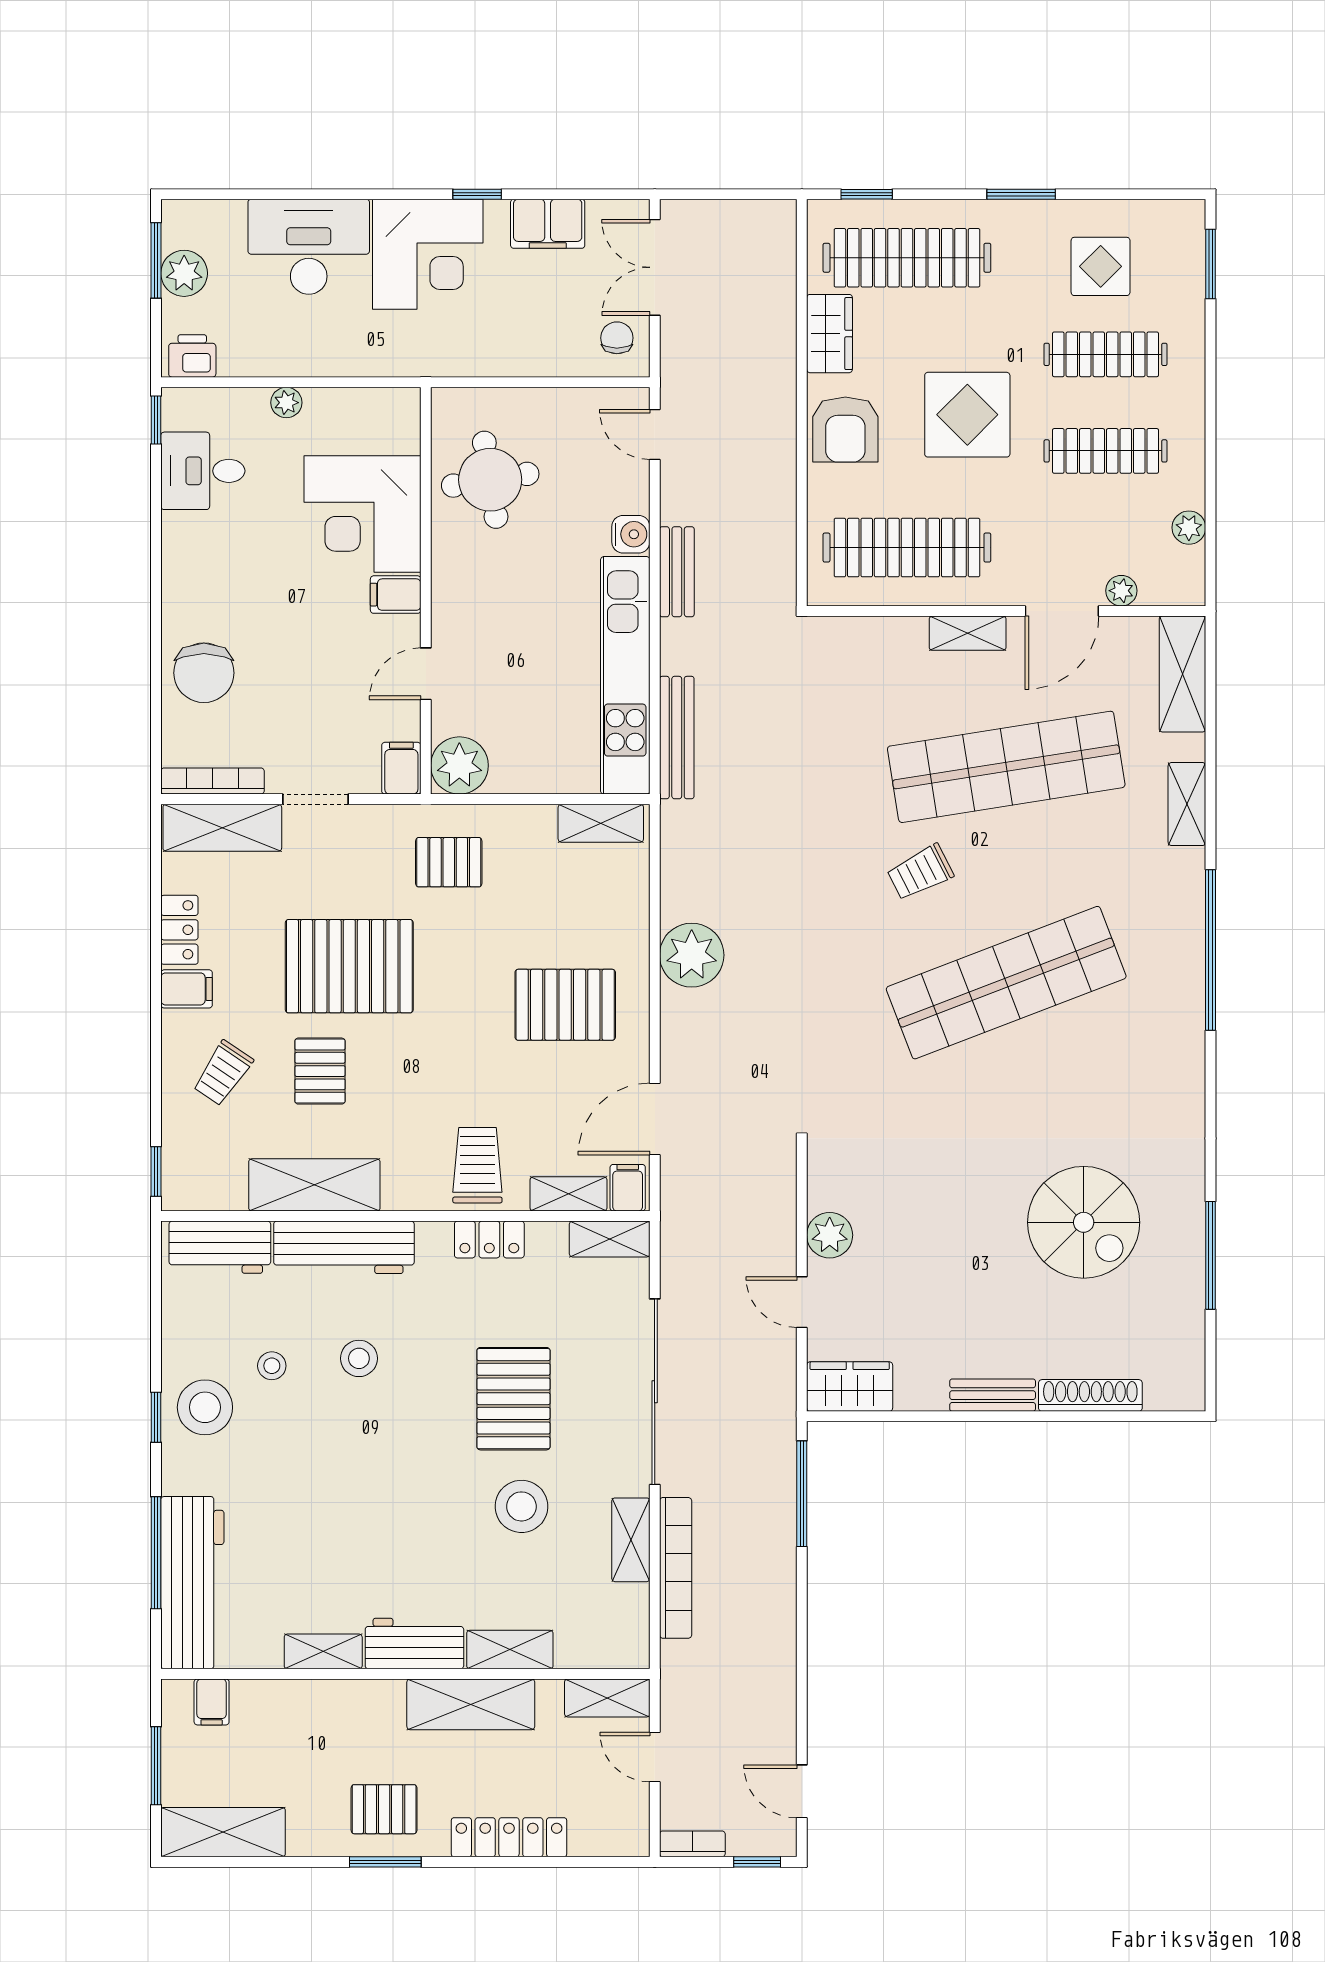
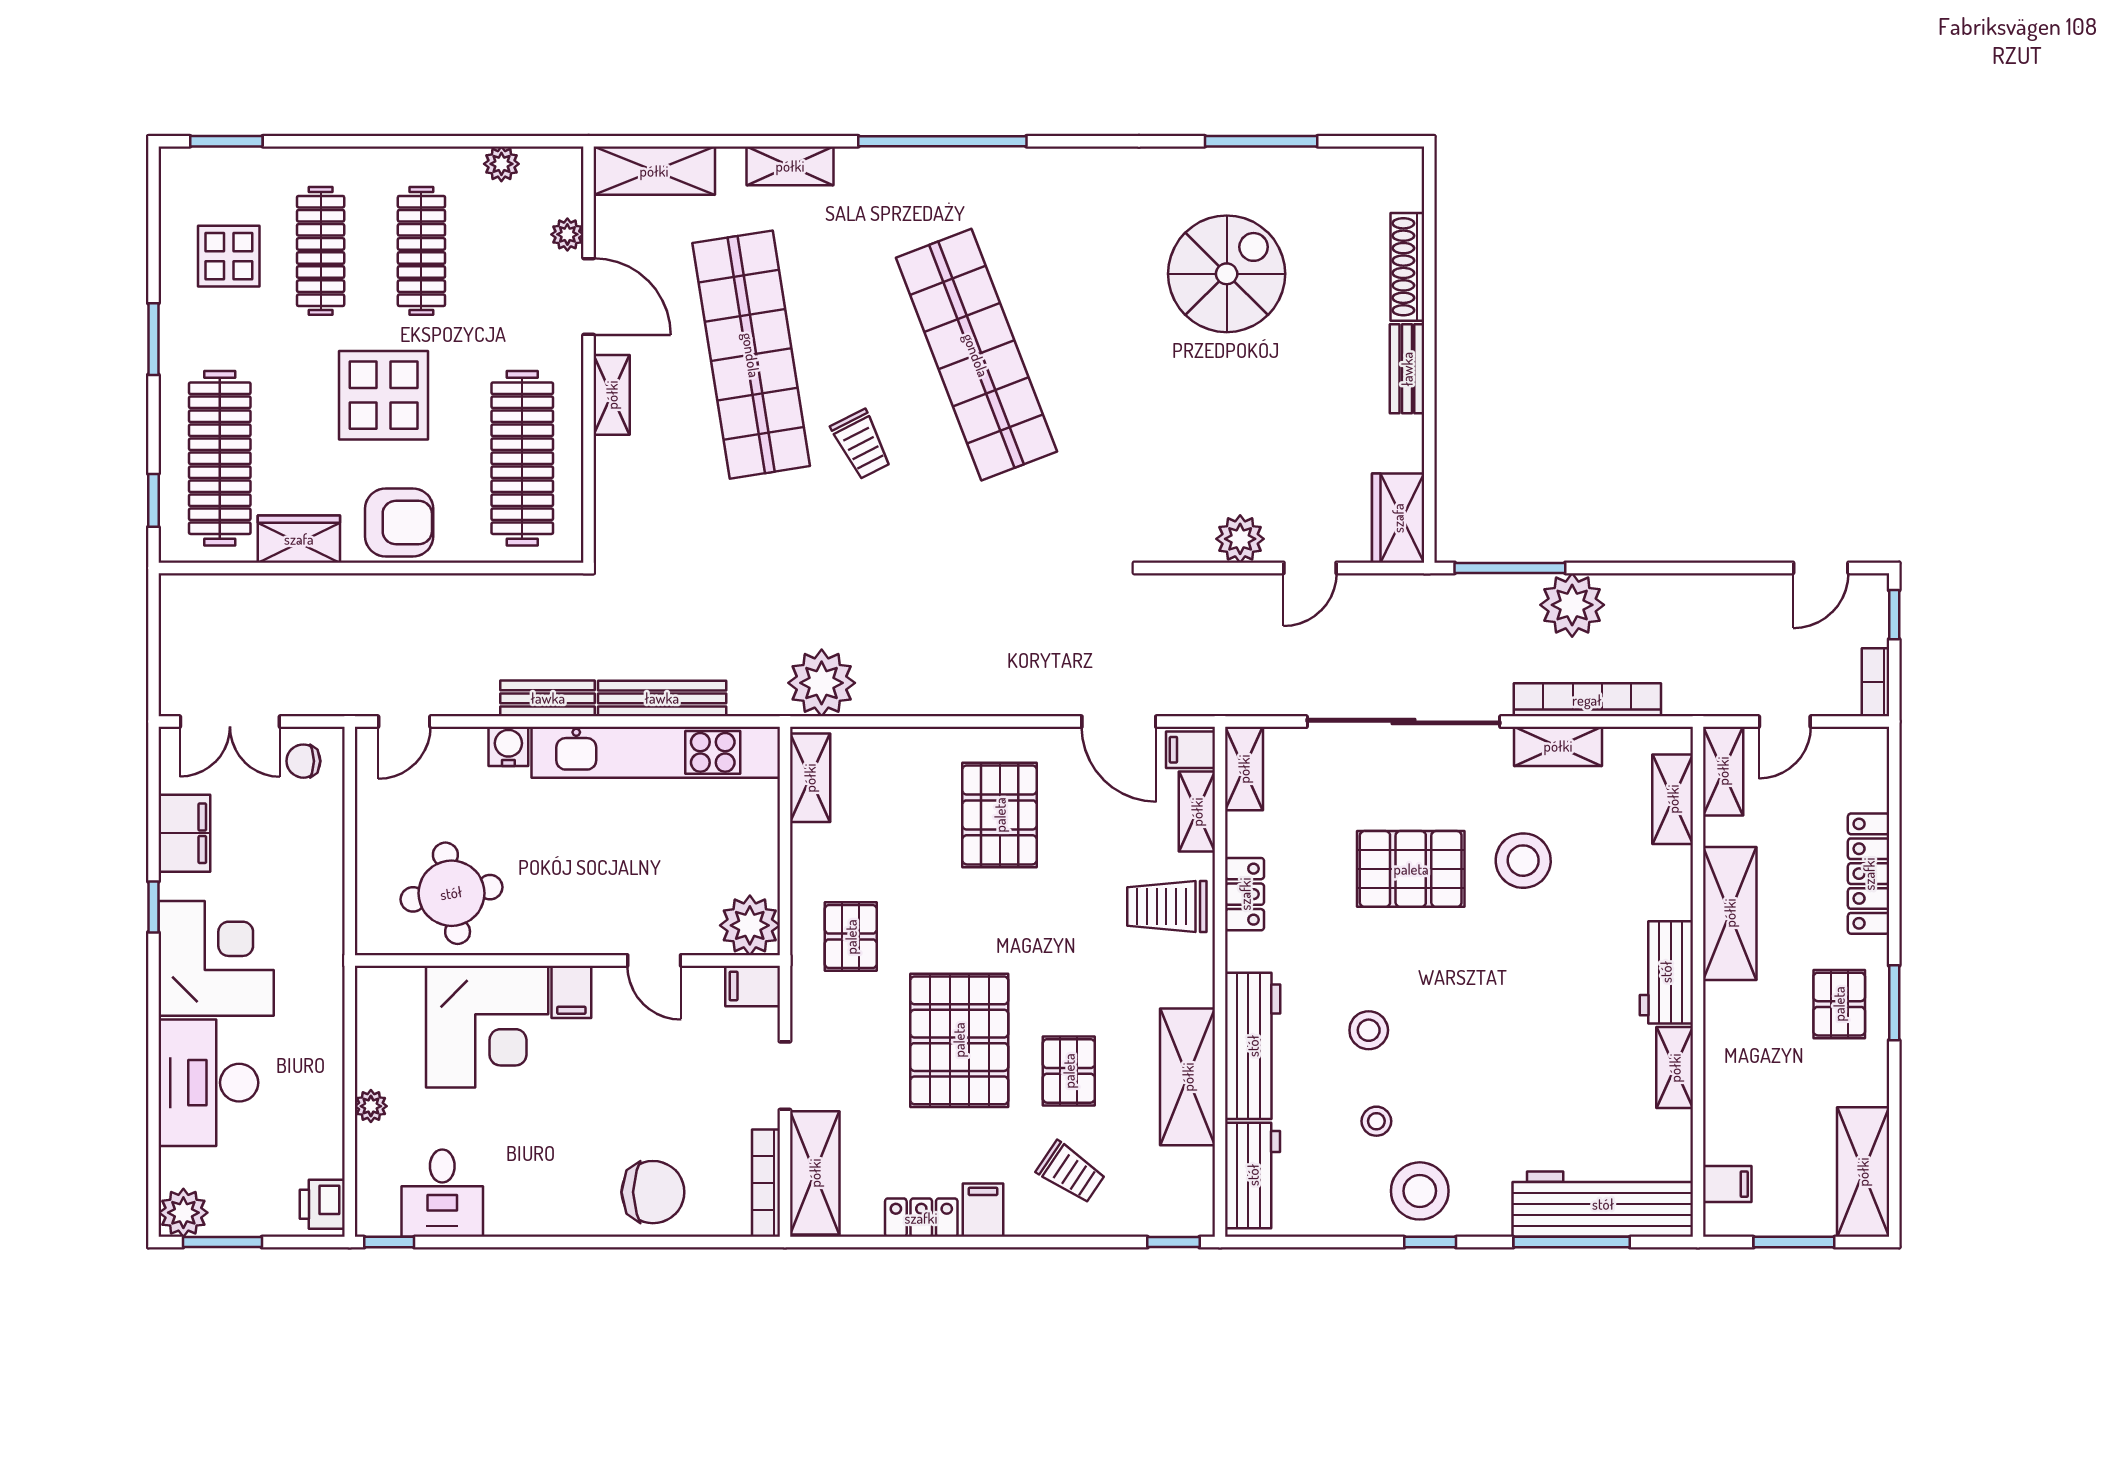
plant: (184, 273) -> (183, 1213), moved
bench: (677, 738) -> (662, 698), moved
plant: (692, 955) -> (822, 683), moved
pallet: (320, 1071) -> (1069, 1071), turned 90
plant: (766, 1553) -> (1572, 605), added
shelving: (510, 1650) -> (1673, 799), moved

